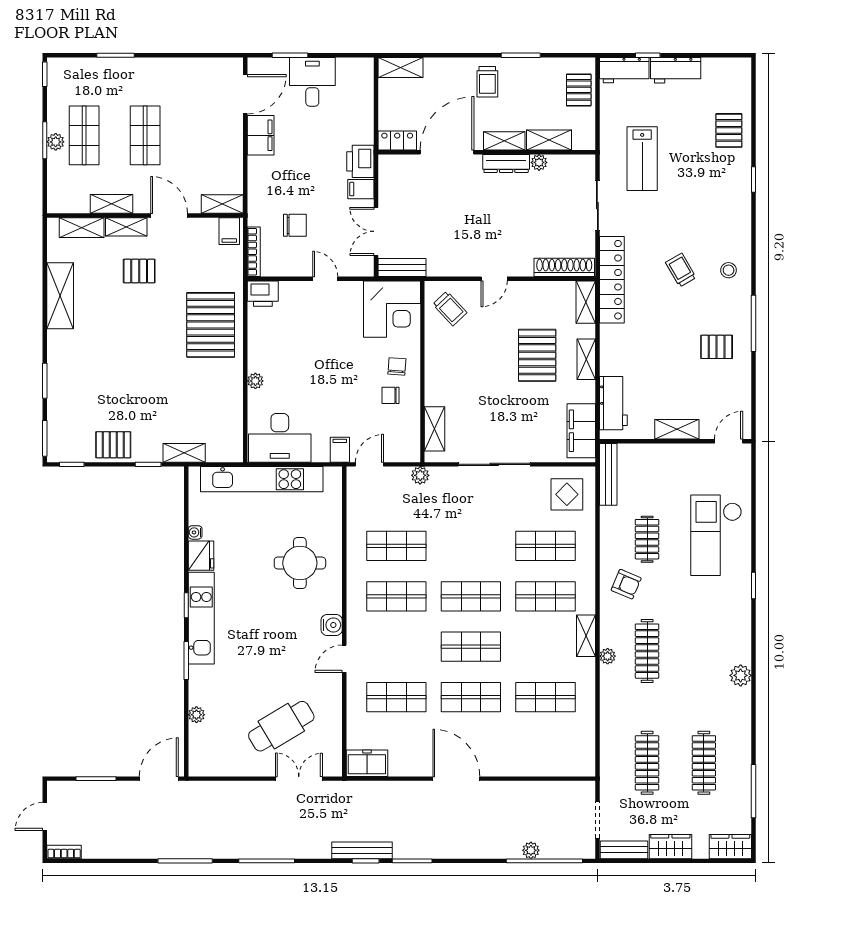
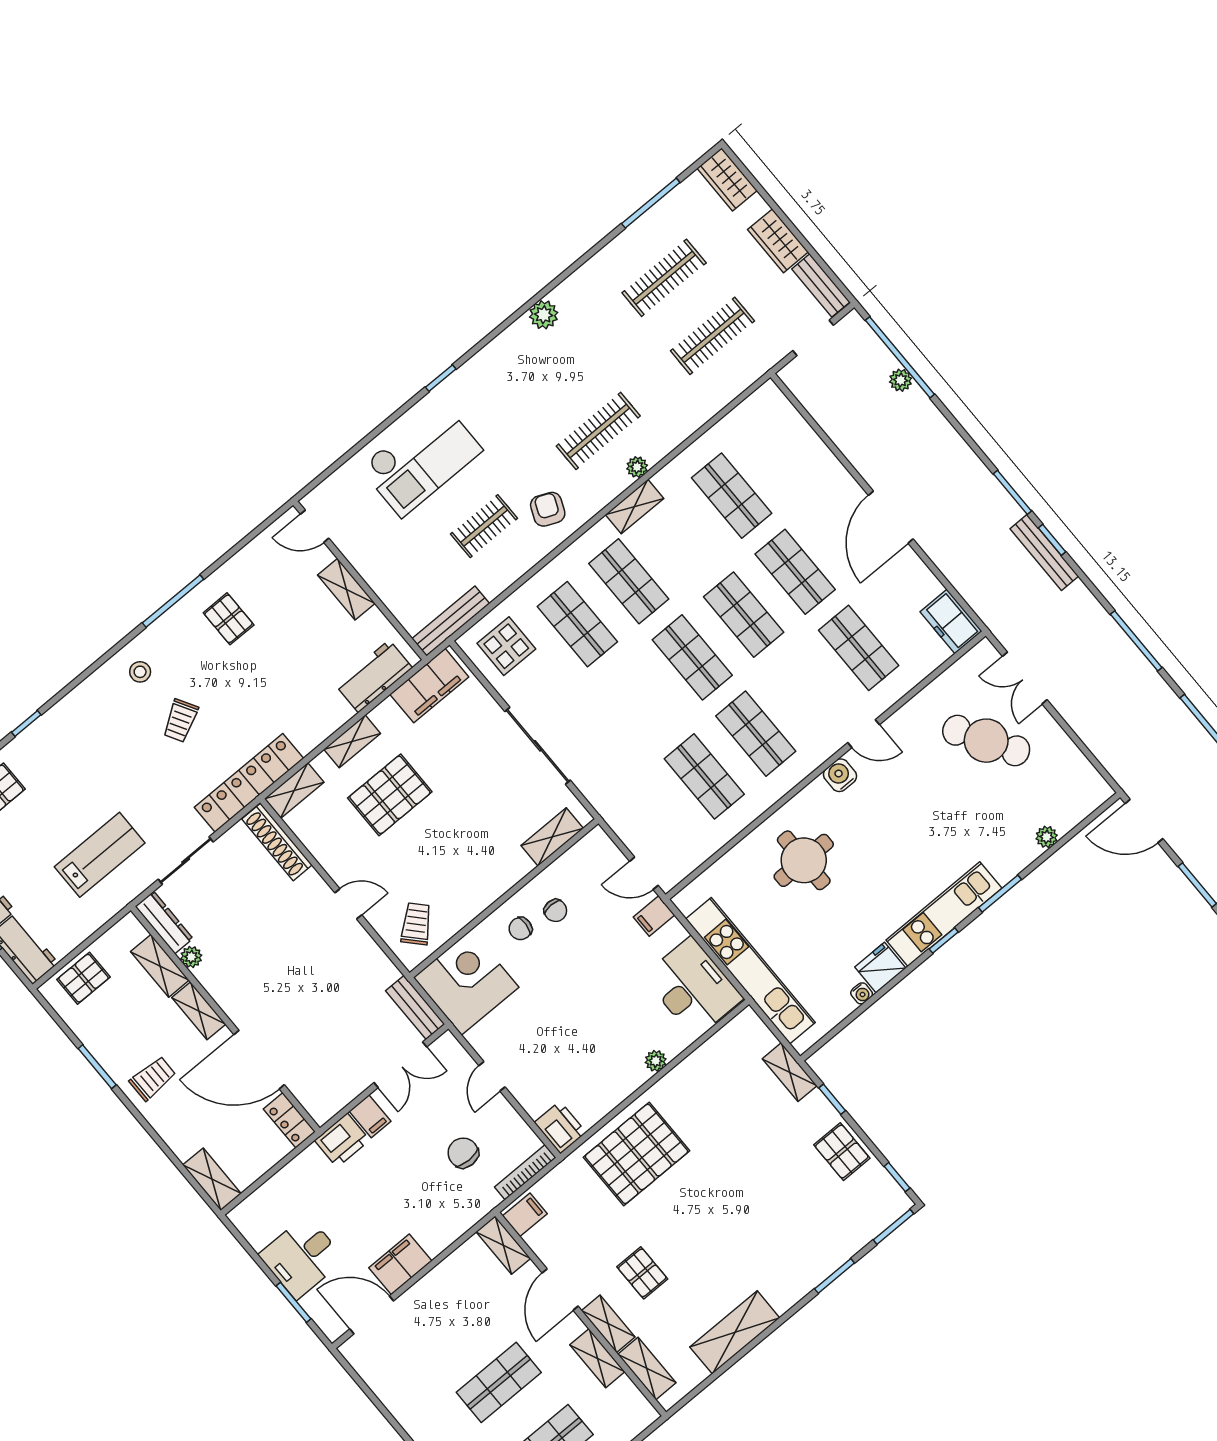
dresser: (506, 163) -> (164, 922), moved
plant: (420, 475) -> (612, 812), removed

